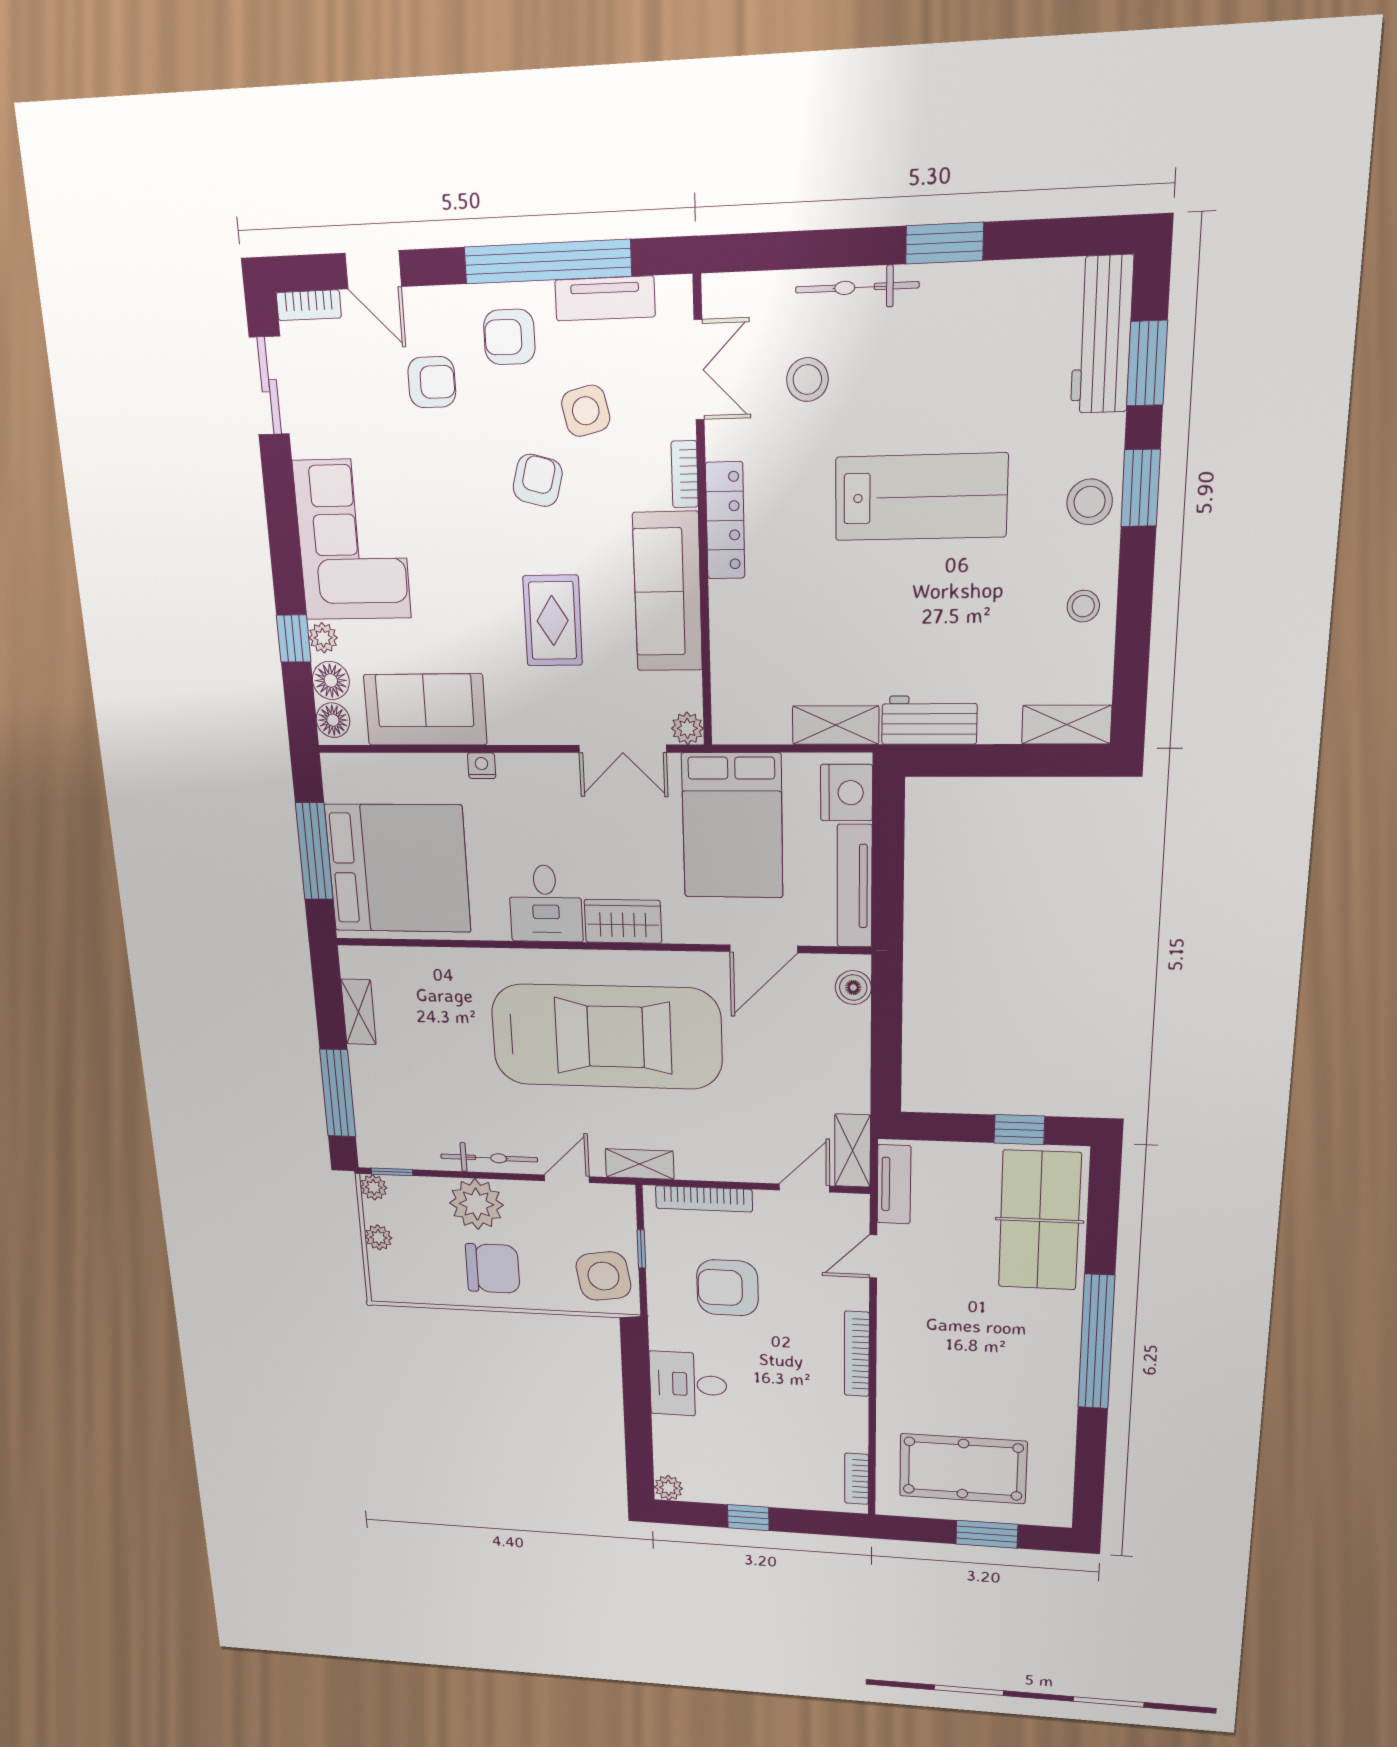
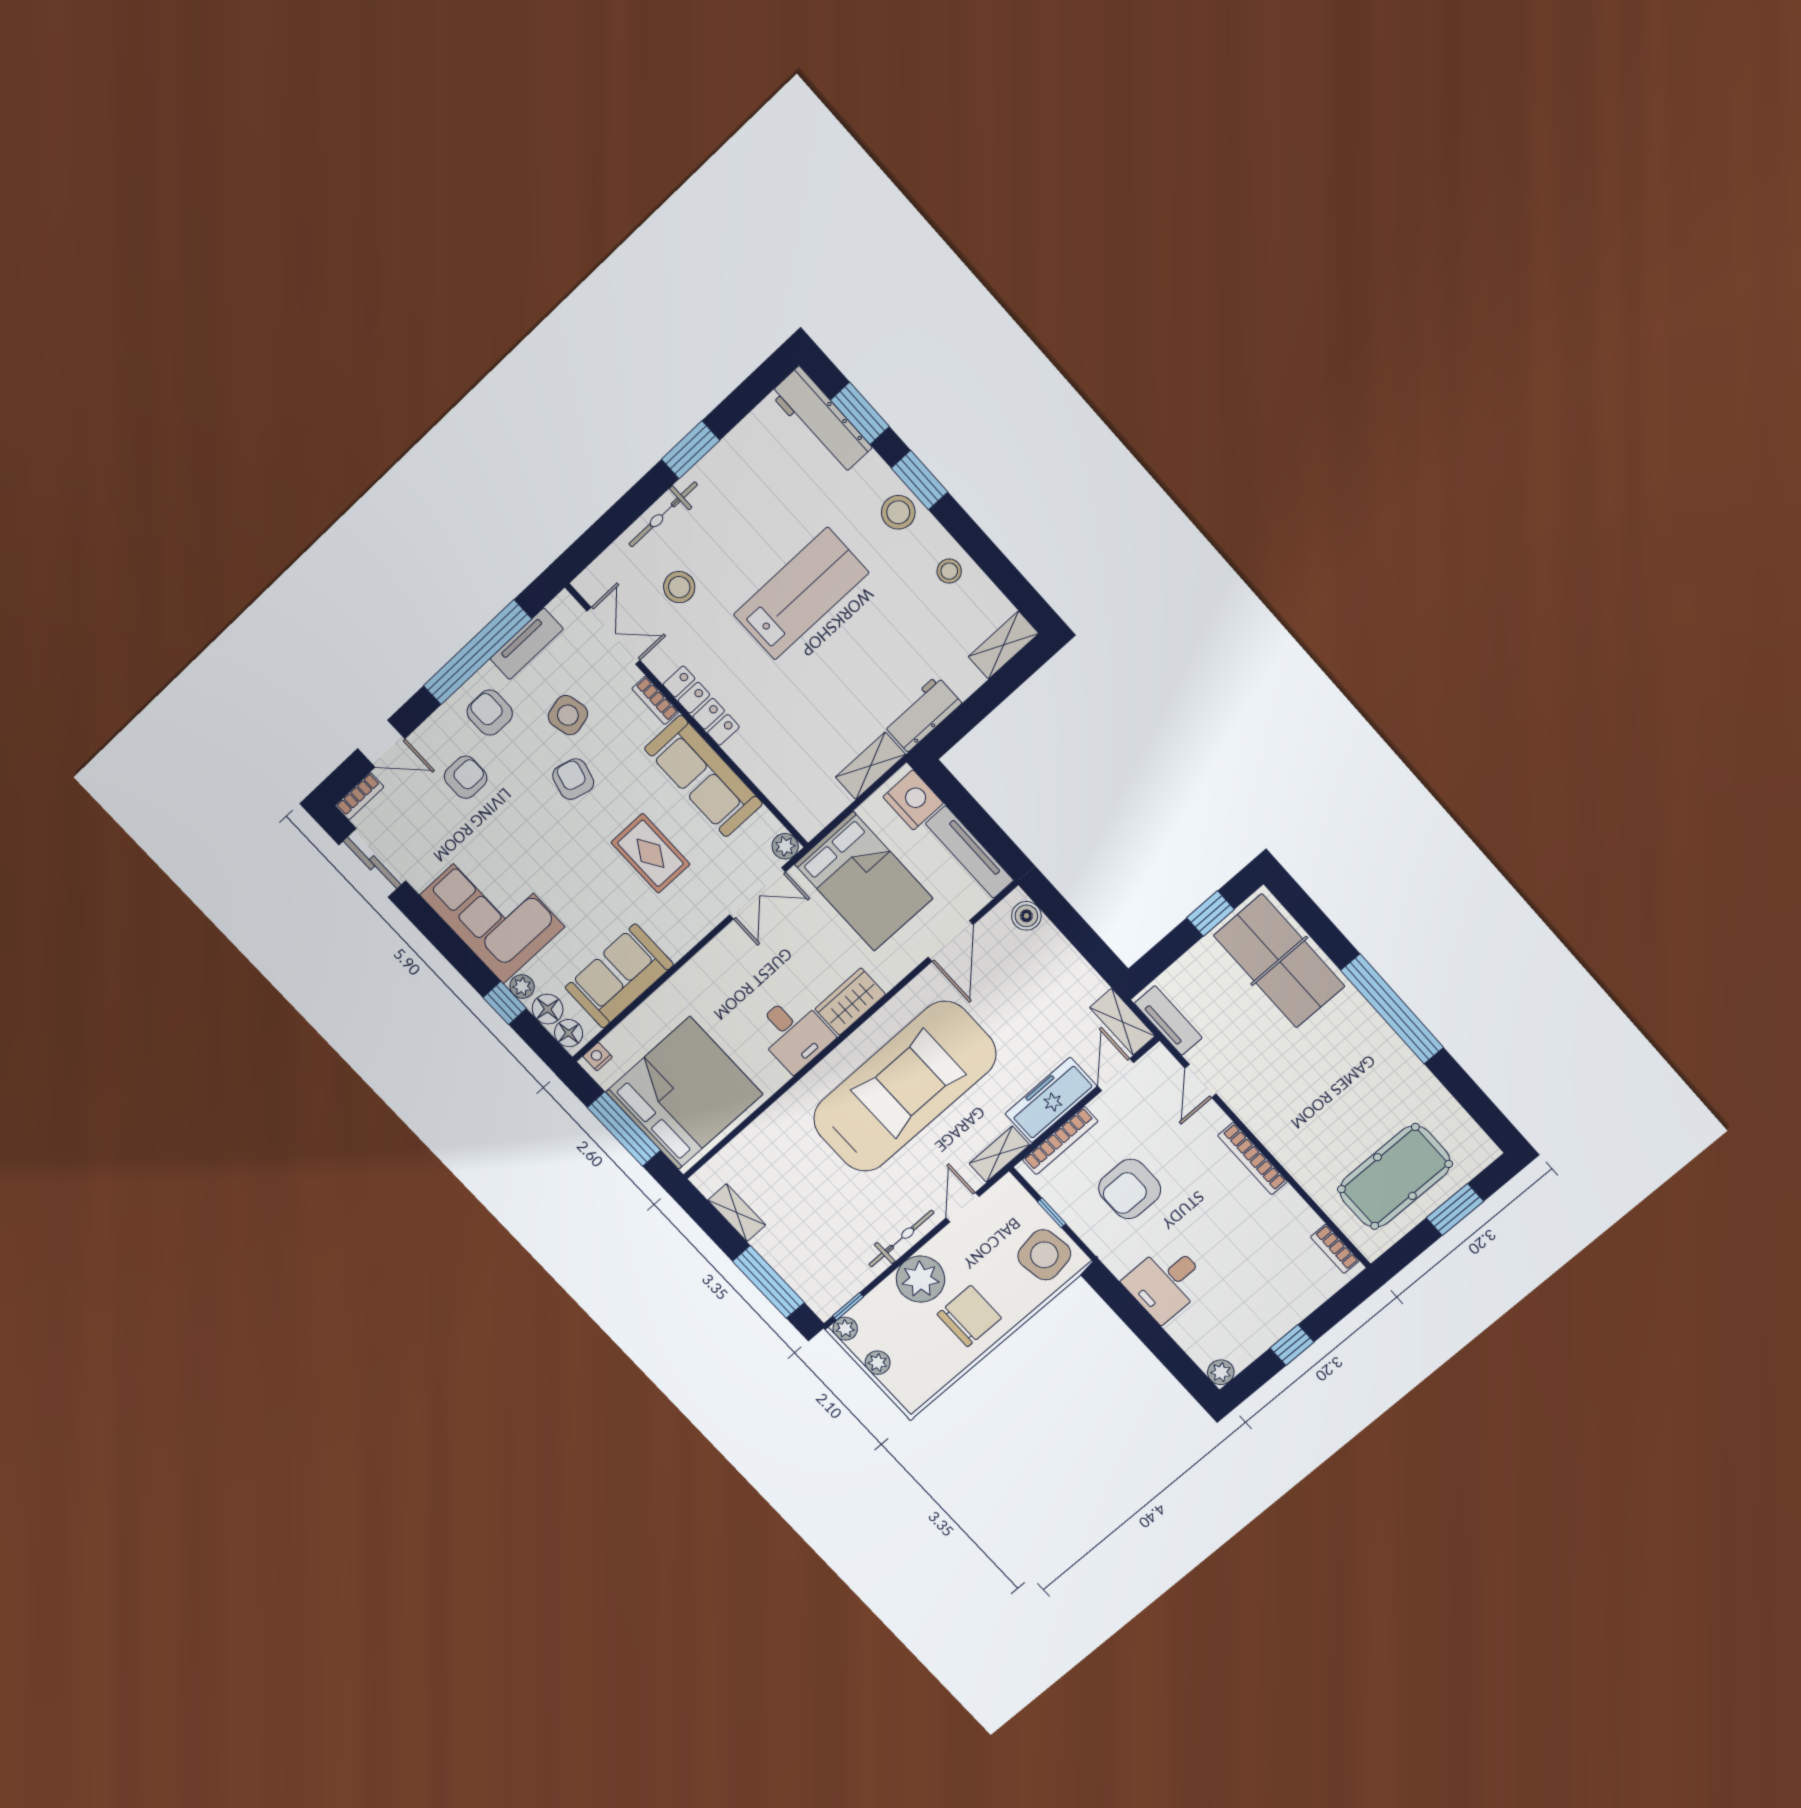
armchair: (509, 337) -> (490, 713), turned 90
nightstand: (482, 766) -> (598, 1057), moved
freezer: (727, 1160) -> (1051, 1100), added

